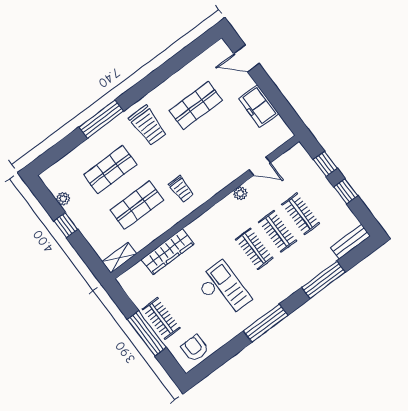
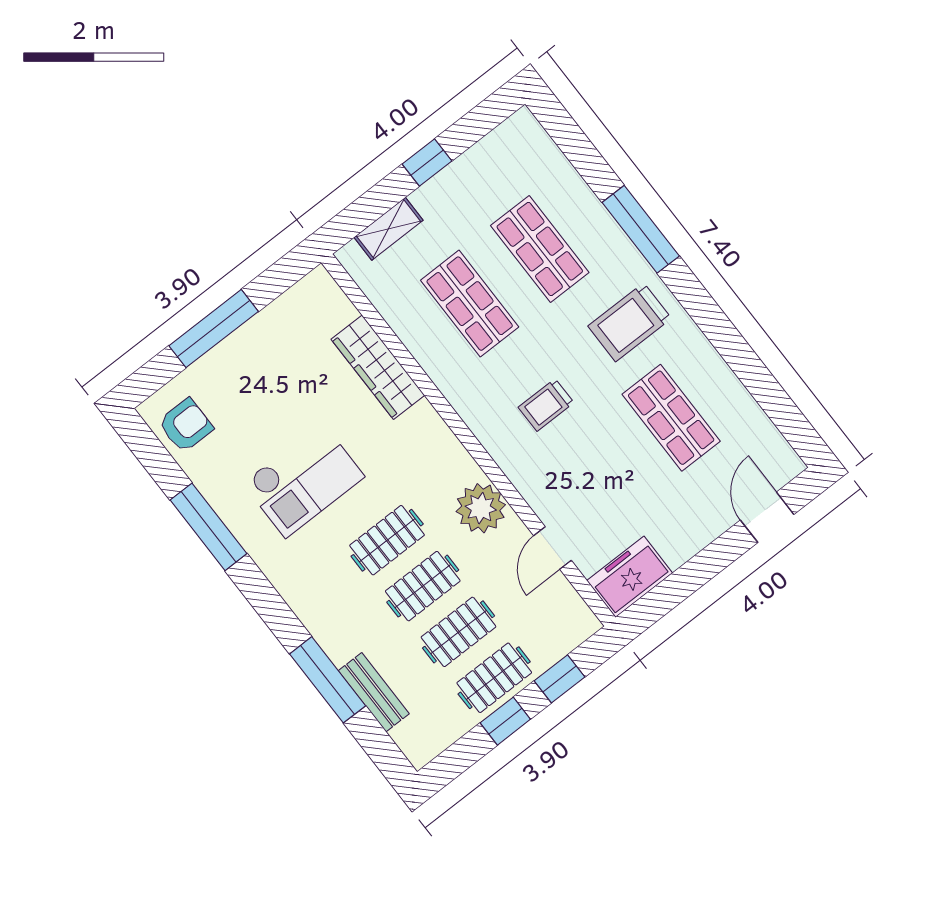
freezer: (259, 106) -> (630, 577), moved
trolley: (181, 189) -> (546, 405), moved
plant: (240, 193) -> (481, 508), width x1.87, depth x1.87
plant: (63, 199) -> (480, 156), removed
bench: (350, 242) -> (374, 692), moved
shelving: (119, 258) -> (388, 229), moved, turned 90
clothes rail: (161, 318) -> (494, 678), moved
window: (266, 323) -> (208, 527), moved

